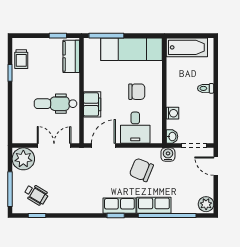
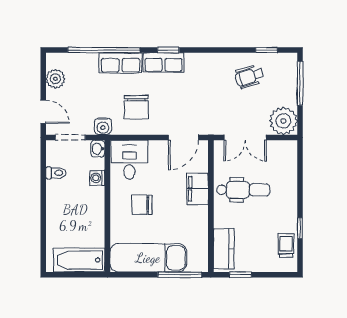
toilet: (206, 88) -> (56, 173), moved
desk: (135, 128) -> (129, 160), moved
chair: (141, 170) -> (136, 107), turned 68
wheelchair: (36, 194) -> (249, 76), moved, turned -49
plant: (206, 204) -> (55, 79), moved

